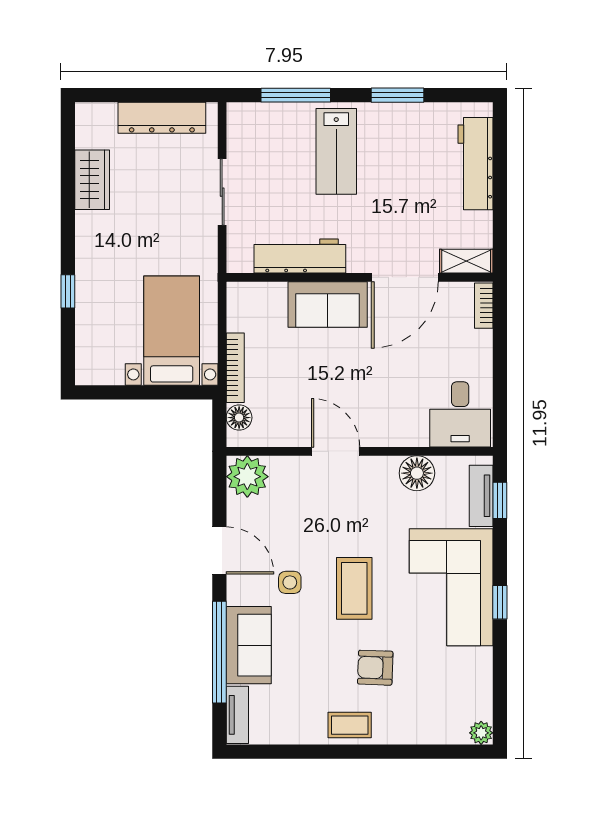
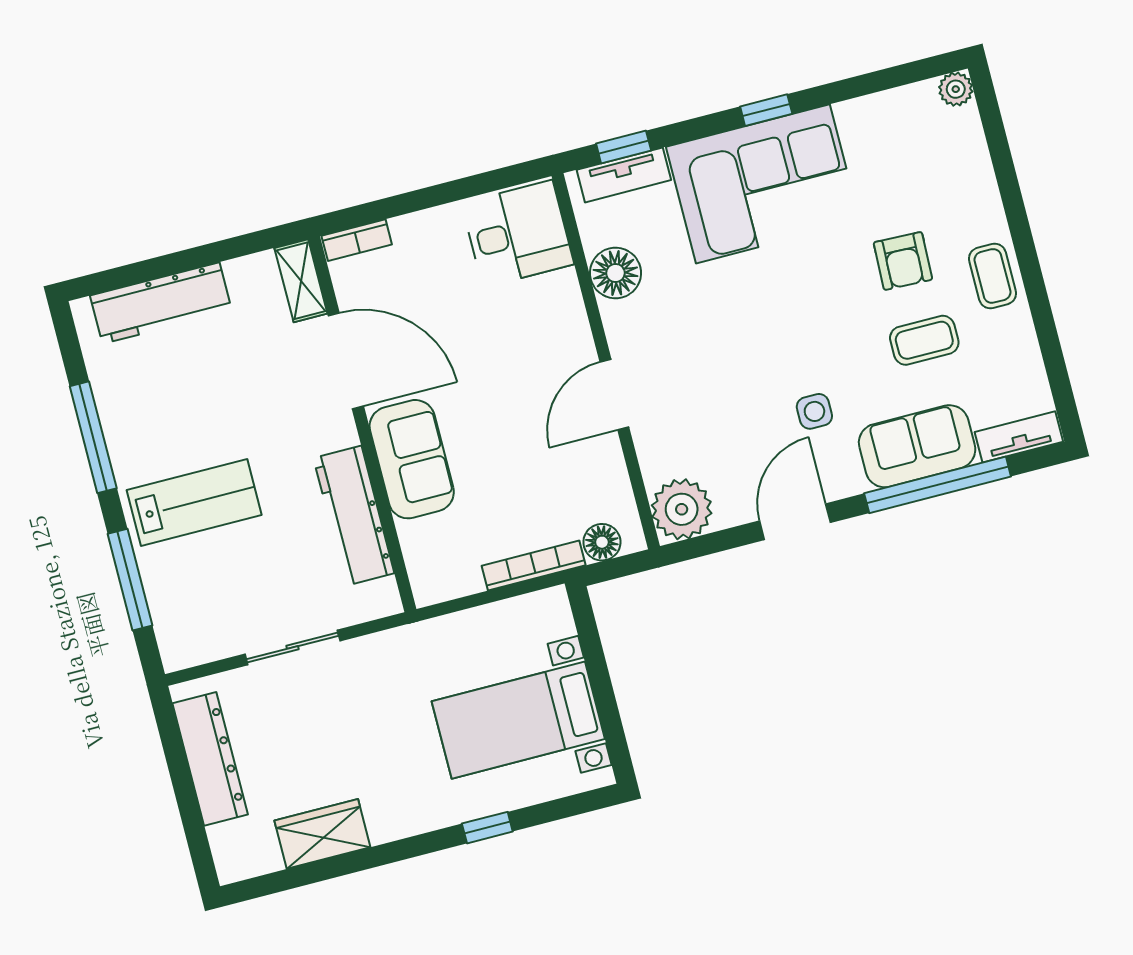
window: (397, 95) -> (93, 437), width x1.44
bed with nightstands: (172, 331) -> (518, 720), moved
coffee table: (354, 588) -> (924, 340), moved, width x0.73, depth x0.77

